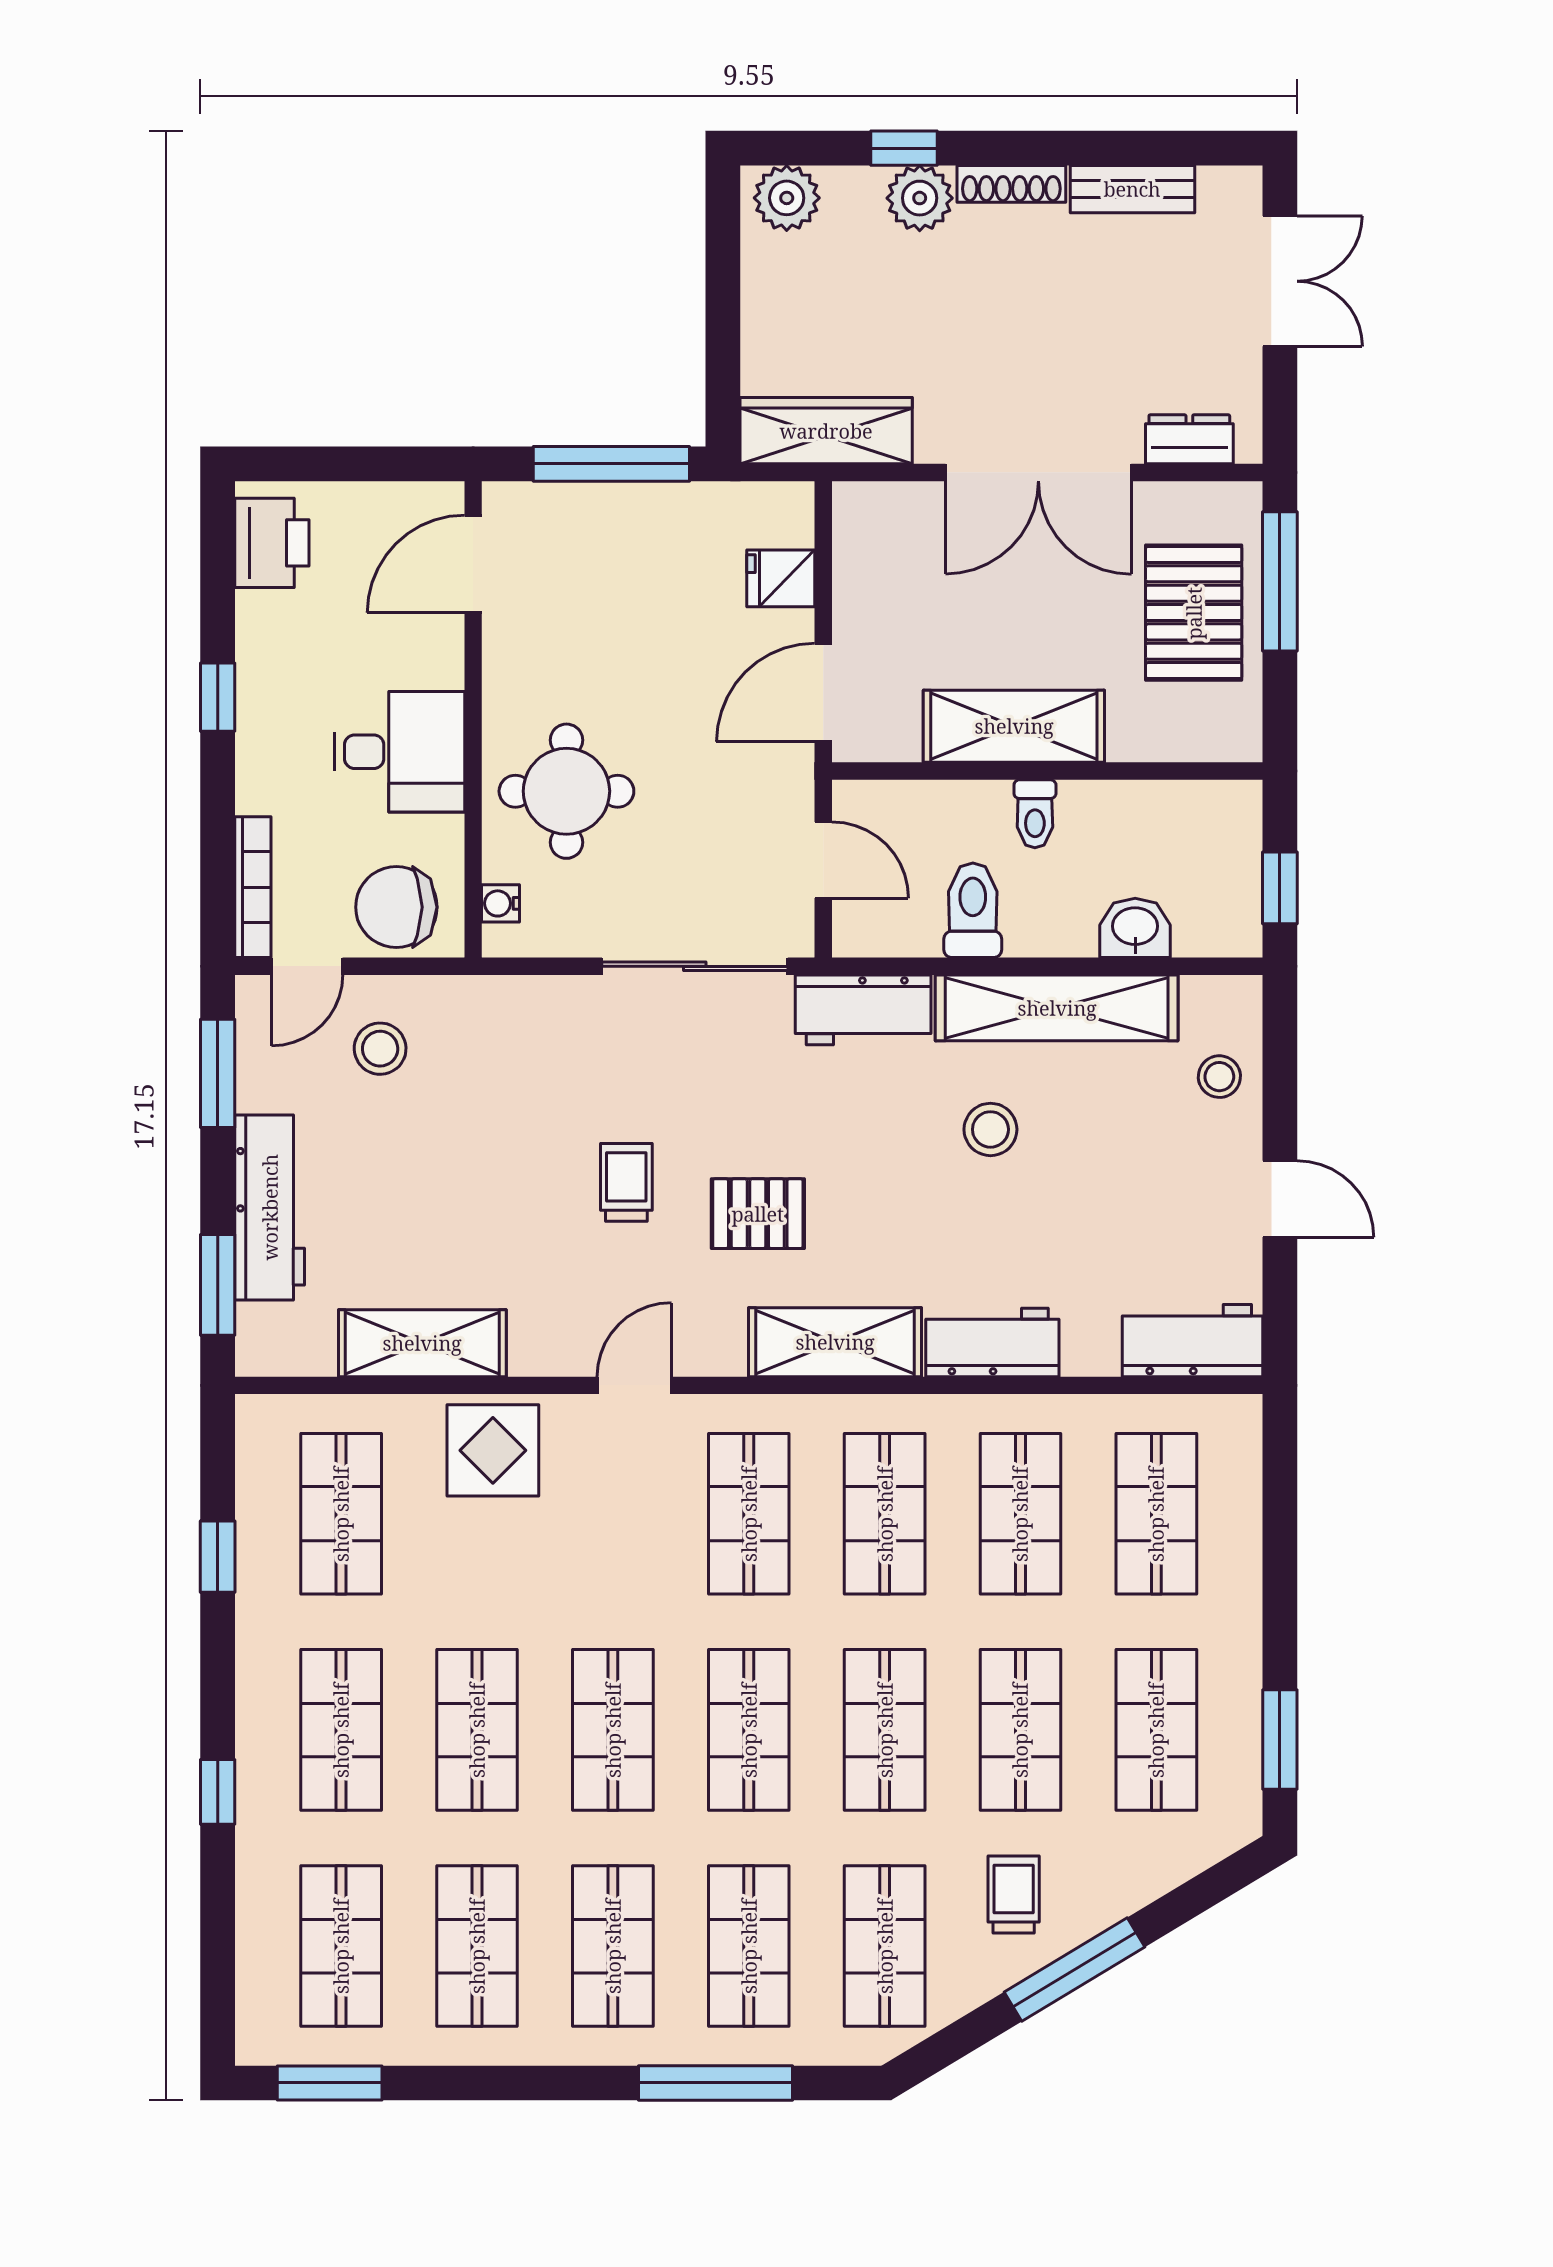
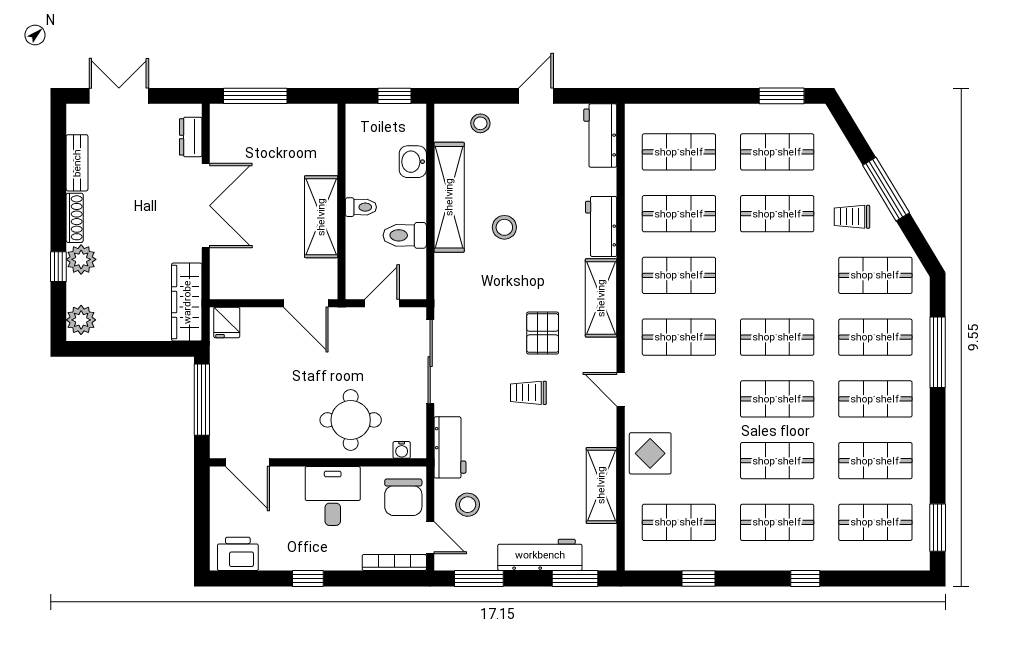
fridge: (781, 578) -> (227, 323), moved
pallet: (1194, 613) -> (269, 135), removed
workbench: (863, 1010) -> (450, 447), moved
shop shelf: (885, 1730) -> (777, 275), removed

